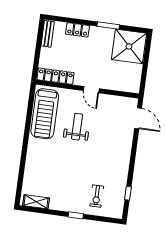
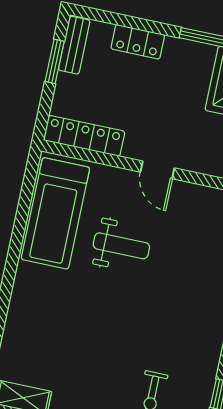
window: (39, 42) -> (55, 61), added
weight bench: (77, 127) -> (121, 246), turned 90

